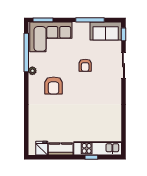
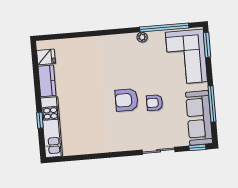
sofa: (106, 31) -> (199, 118), width x1.36
armchair: (54, 85) -> (127, 100), moved

